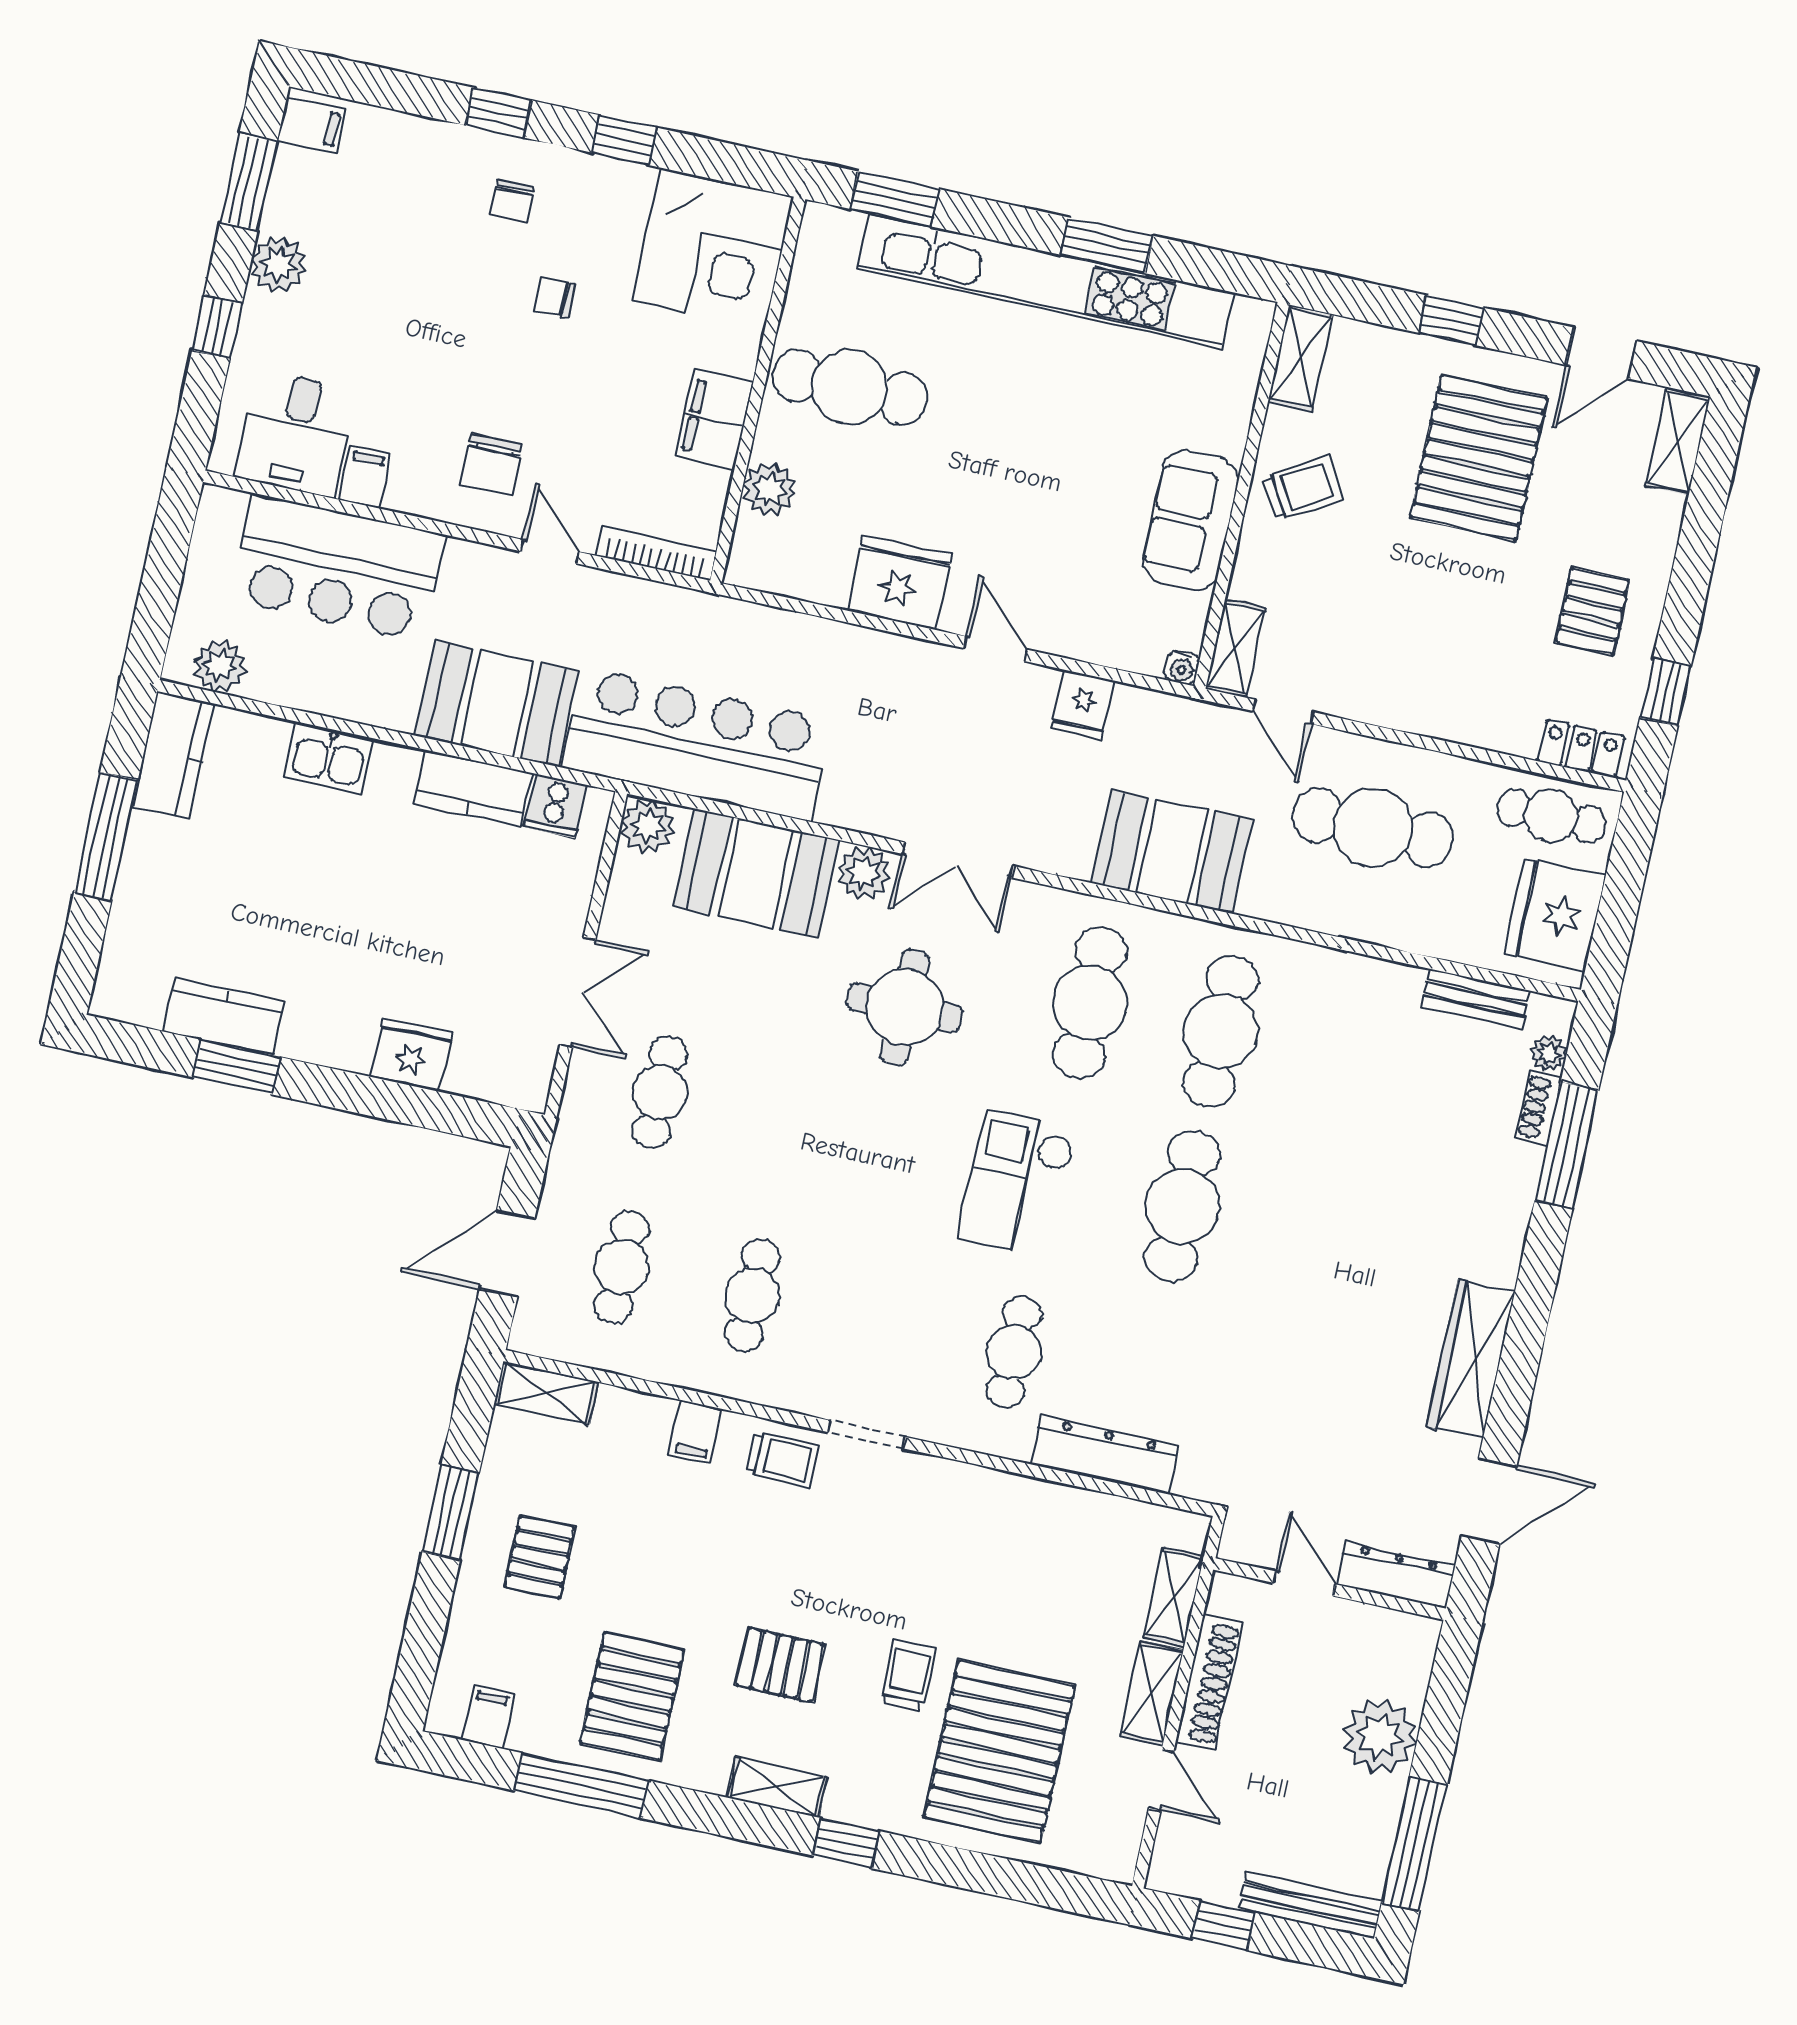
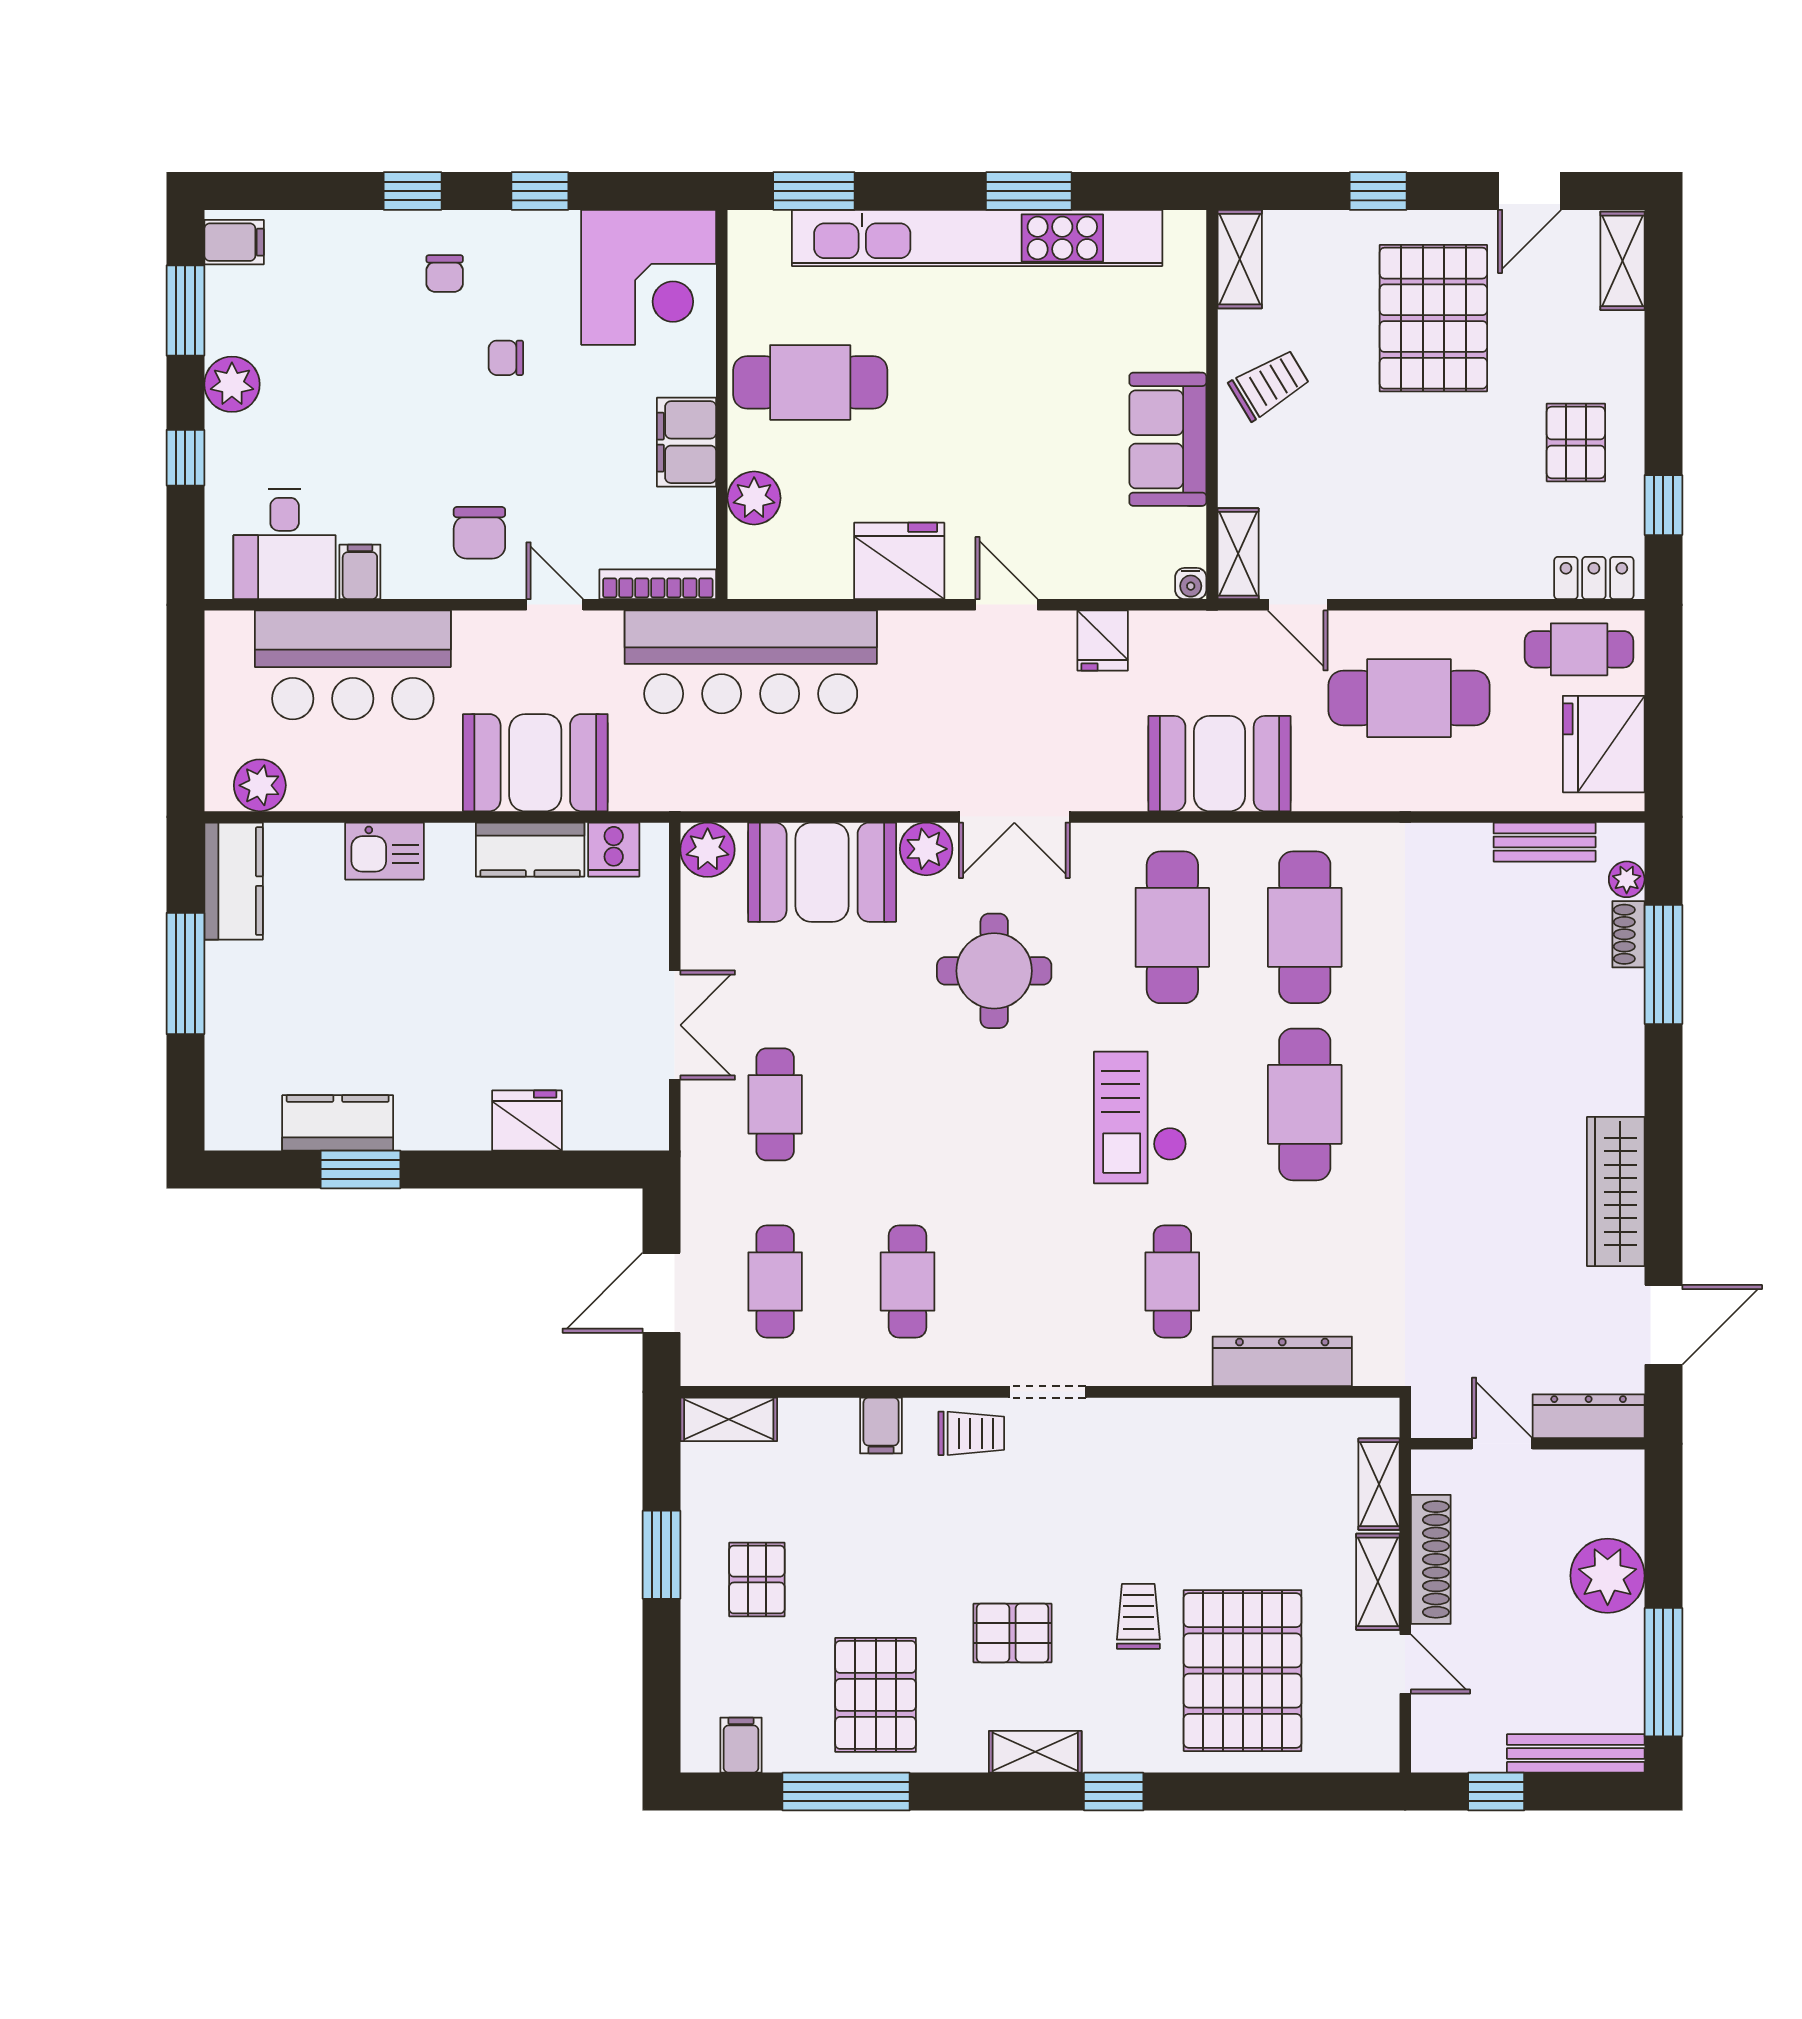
bar counter: (697, 744) -> (751, 662), moved, turned 180

